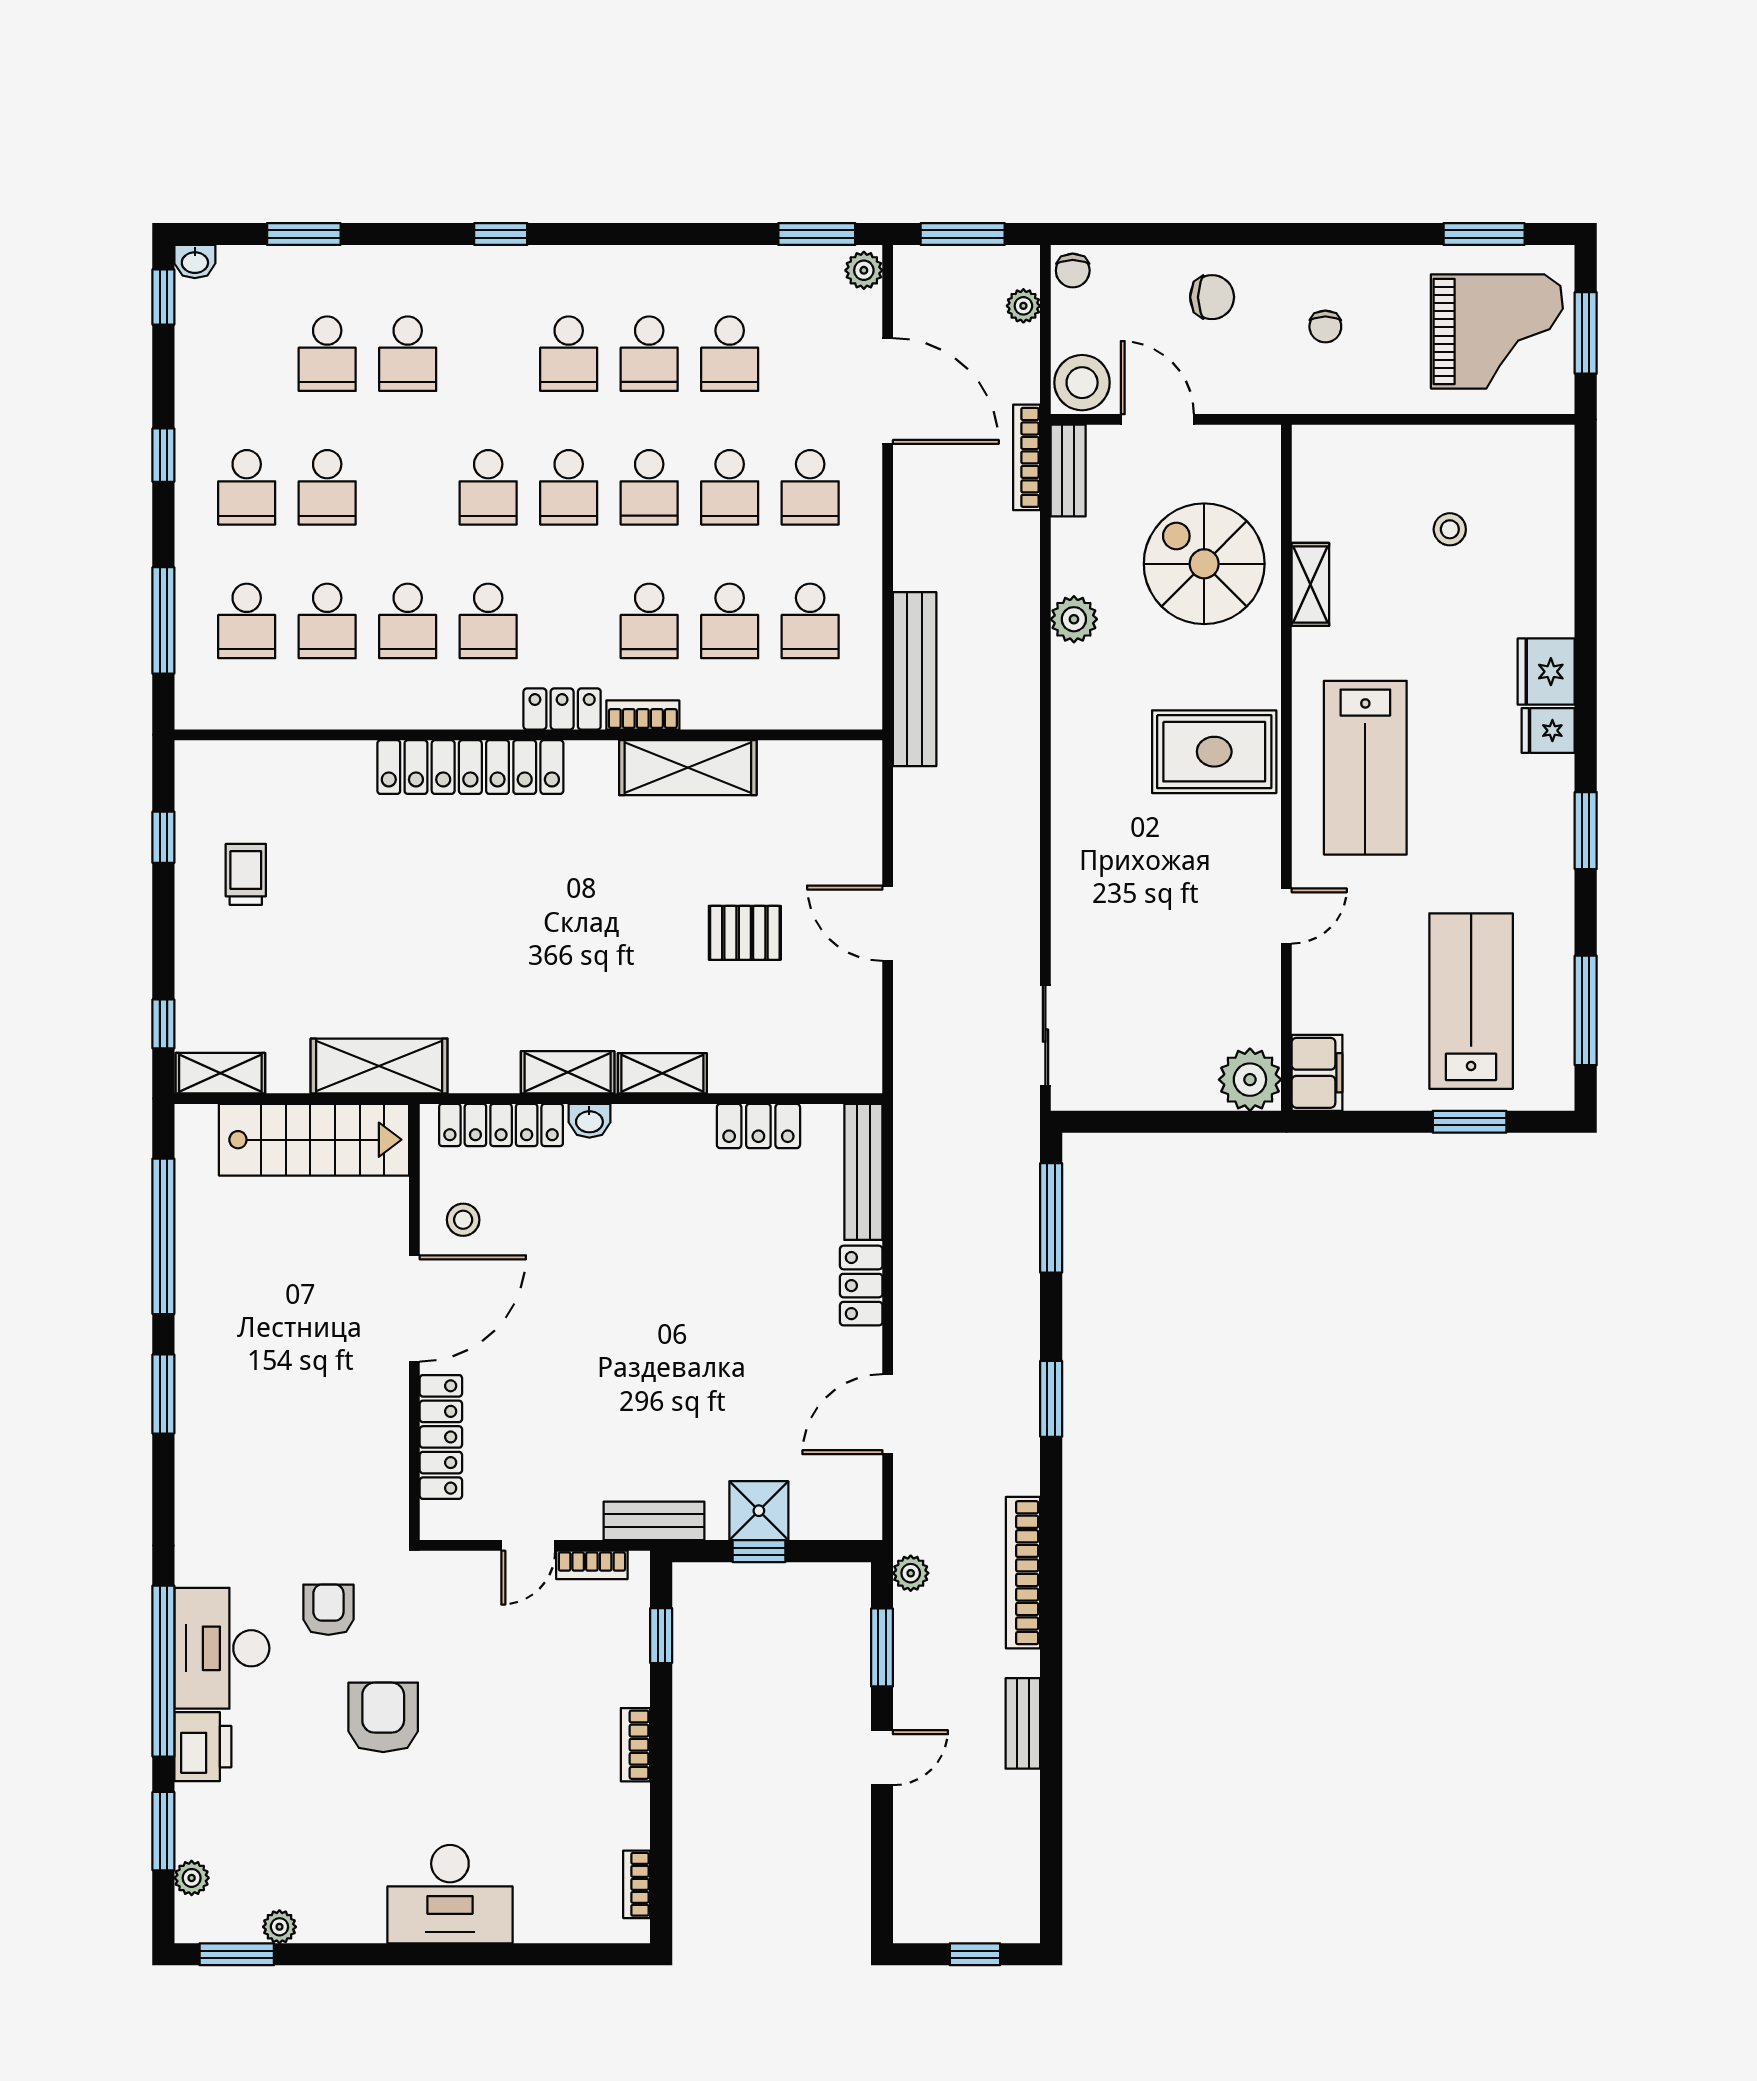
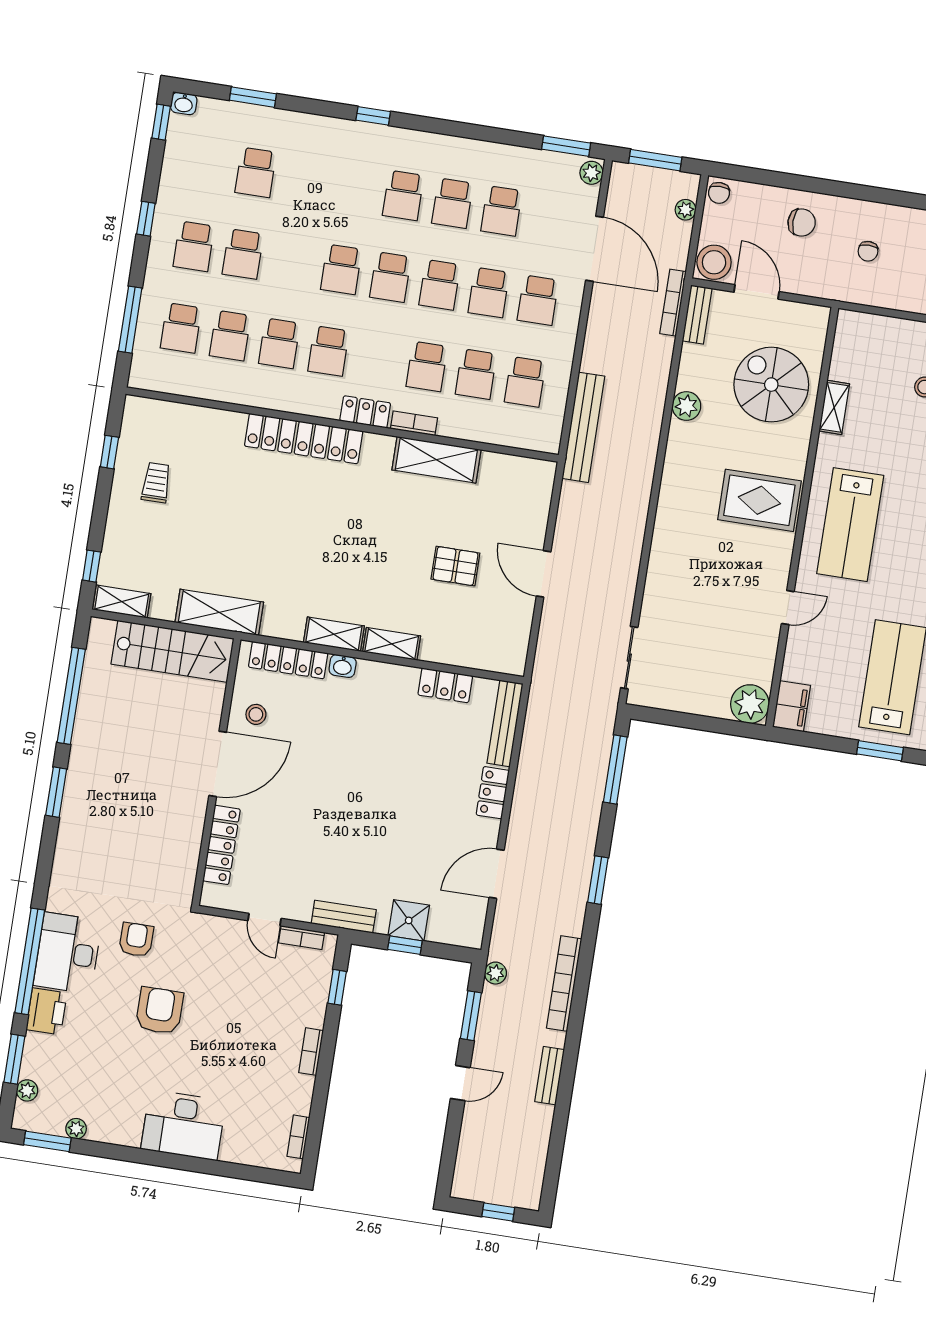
school desk: (408, 354) -> (305, 180), removed
door: (528, 1545) -> (265, 920), hinge flipped

